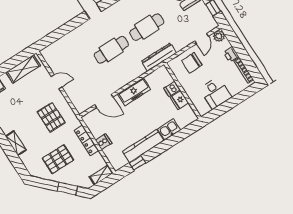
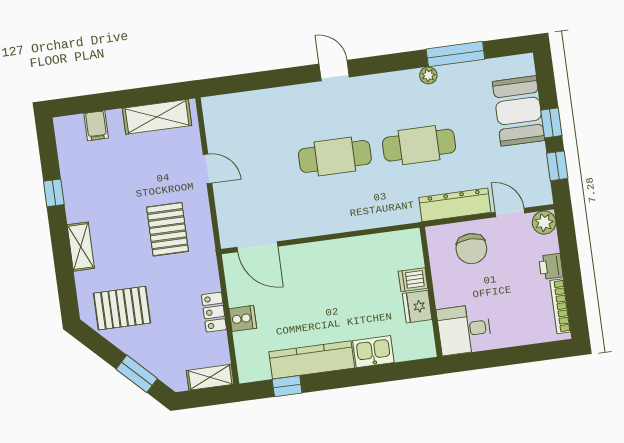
door: (202, 39) -> (510, 213), swing flipped
dresser: (159, 57) -> (455, 205), moved
chair: (192, 63) -> (471, 249), turned -90
freezer: (134, 92) -> (341, 253), removed
desk: (216, 93) -> (464, 330), moved, turned 90
door: (104, 101) -> (257, 247), moved
locker: (86, 140) -> (214, 312), width x0.66
pallet: (58, 159) -> (122, 308), moved

